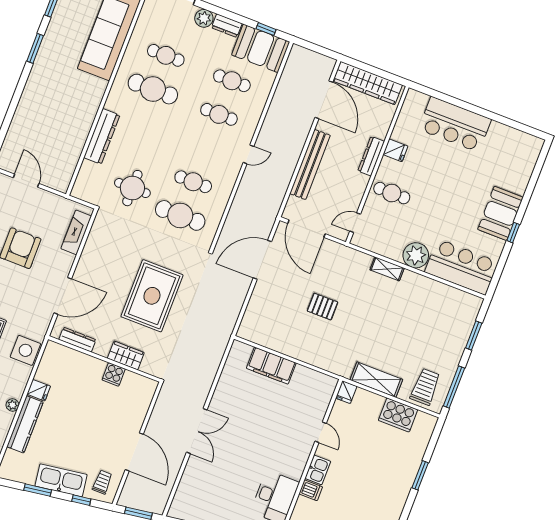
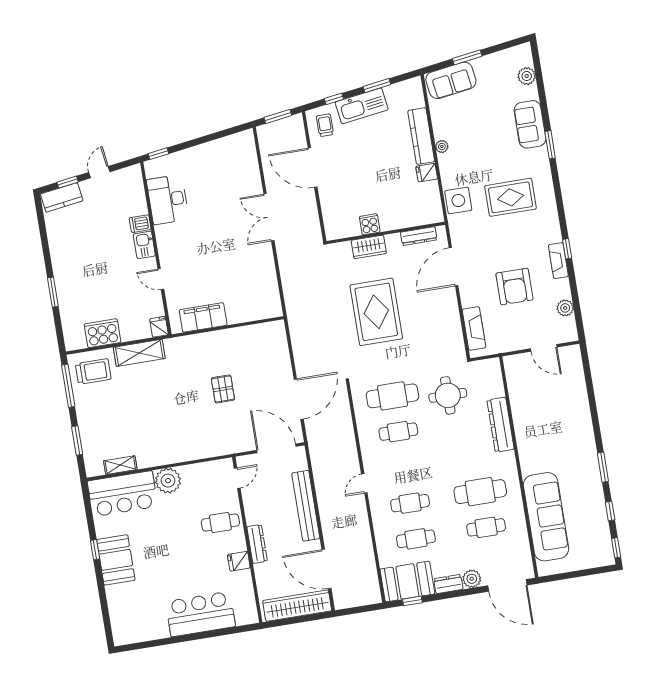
shelving: (387, 269) -> (120, 465), moved
pallet: (323, 307) -> (223, 389), turned 90
filing cabinet: (271, 366) -> (203, 317), moved
trolley: (425, 387) -> (93, 371), turned -90
trolley: (102, 482) -> (325, 125), turned 180

